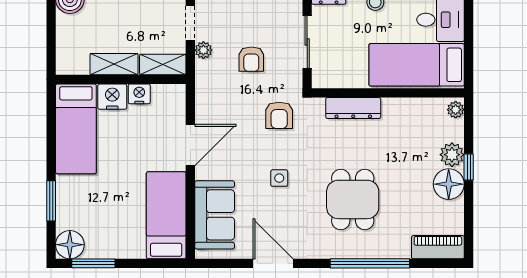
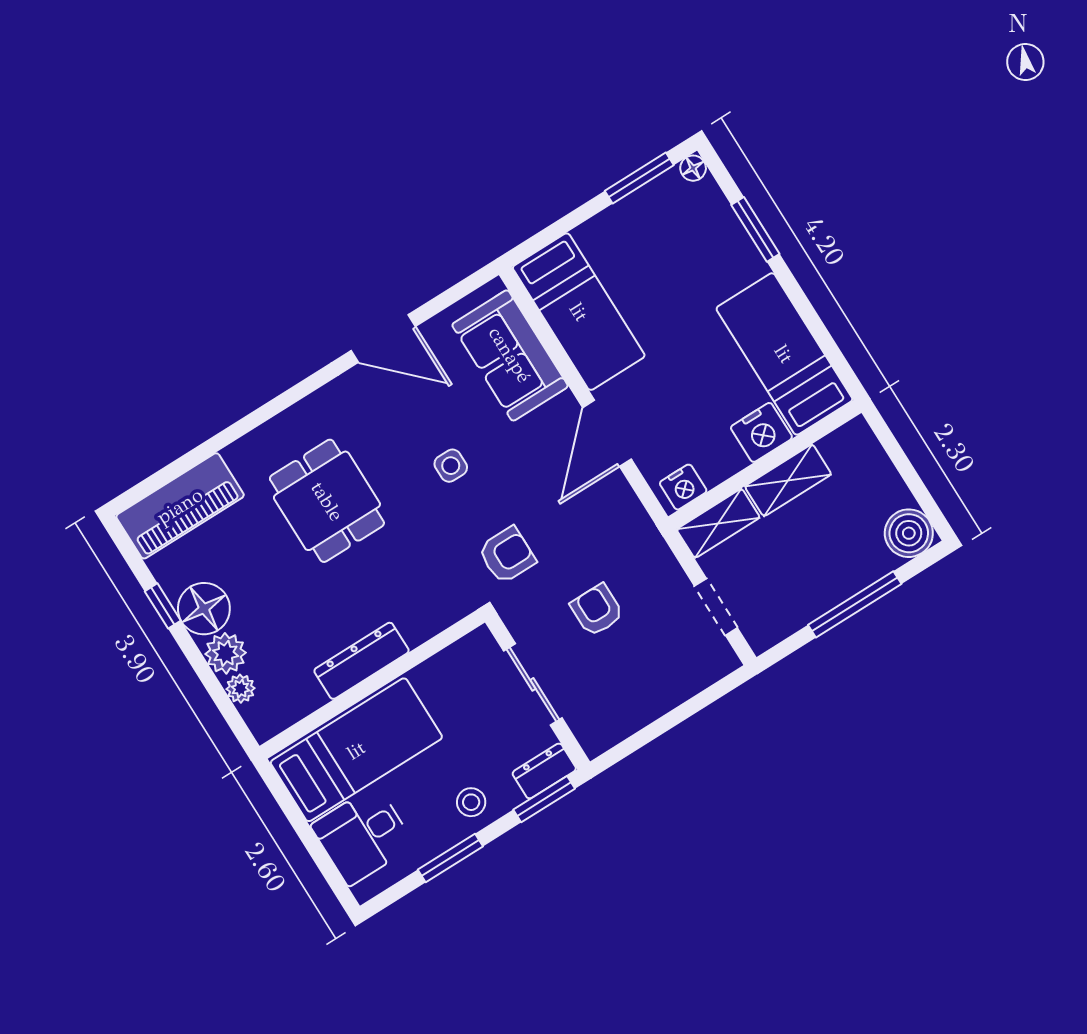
plant: (203, 50) -> (673, 580), removed
nightstand: (139, 94) -> (683, 487), moved
dresser: (353, 108) -> (361, 661), moved
plant: (456, 110) -> (240, 689), moved
armchair: (279, 115) -> (507, 555), turned 90
window: (469, 167) -> (163, 606), moved
floor lamp: (70, 245) -> (693, 168), width x0.53, depth x0.53
piano: (438, 247) -> (180, 506), width x1.37, depth x1.33
window: (370, 263) -> (245, 425), removed

